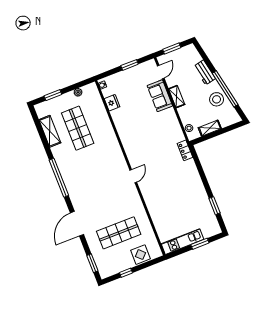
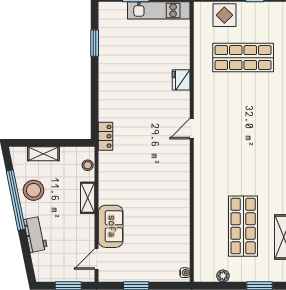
shelving: (177, 97) -> (88, 198), moved
fridge: (112, 103) -> (181, 80), moved
shelving: (210, 128) -> (43, 154), moved

